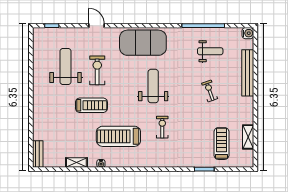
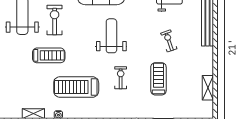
treadmill: (221, 144) -> (158, 79), moved

